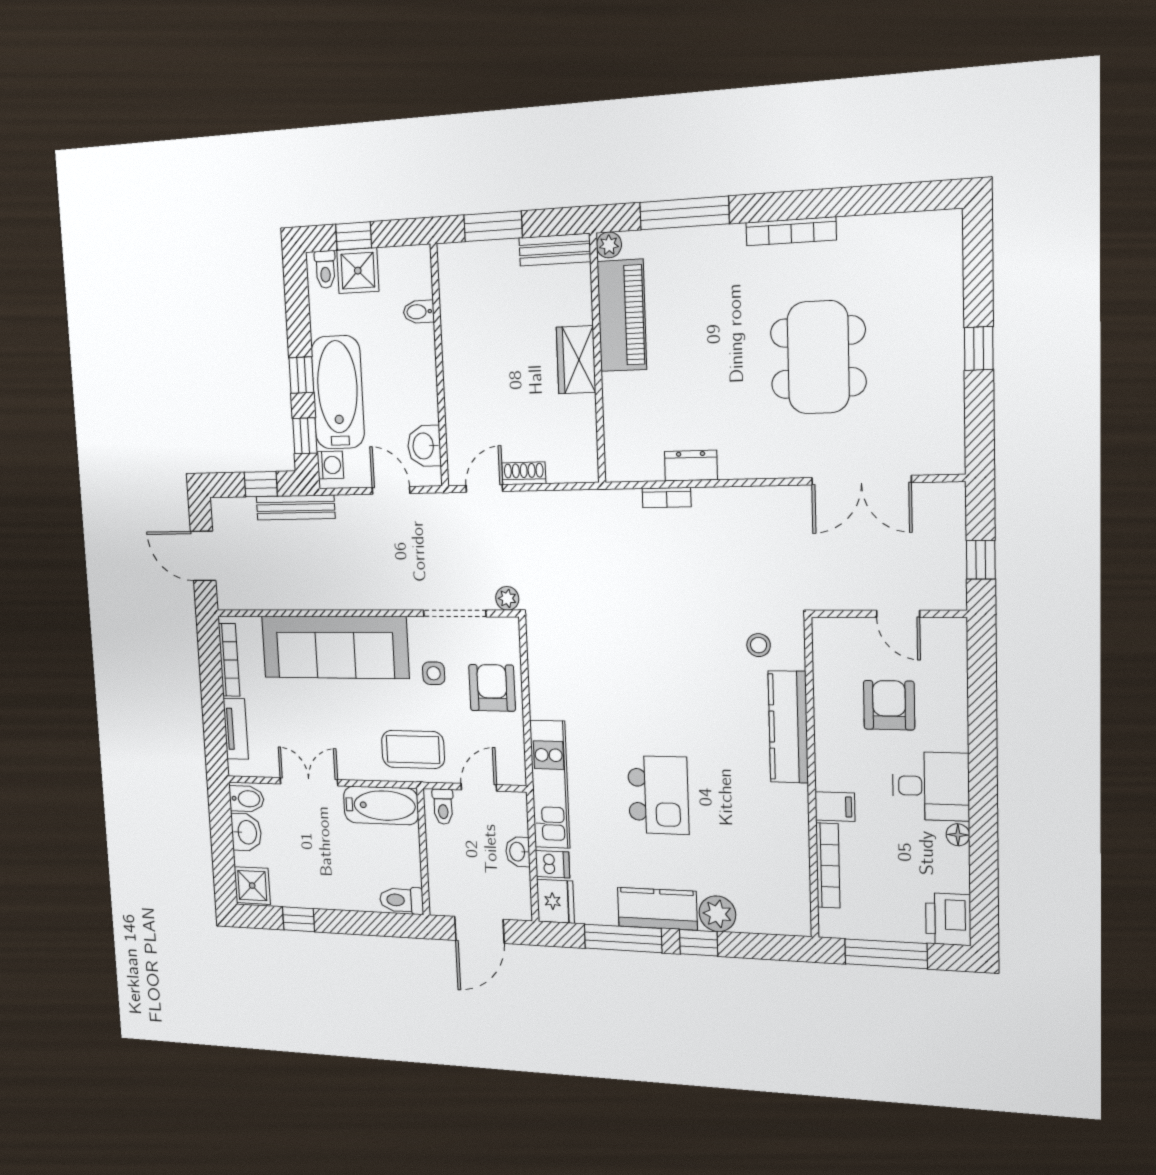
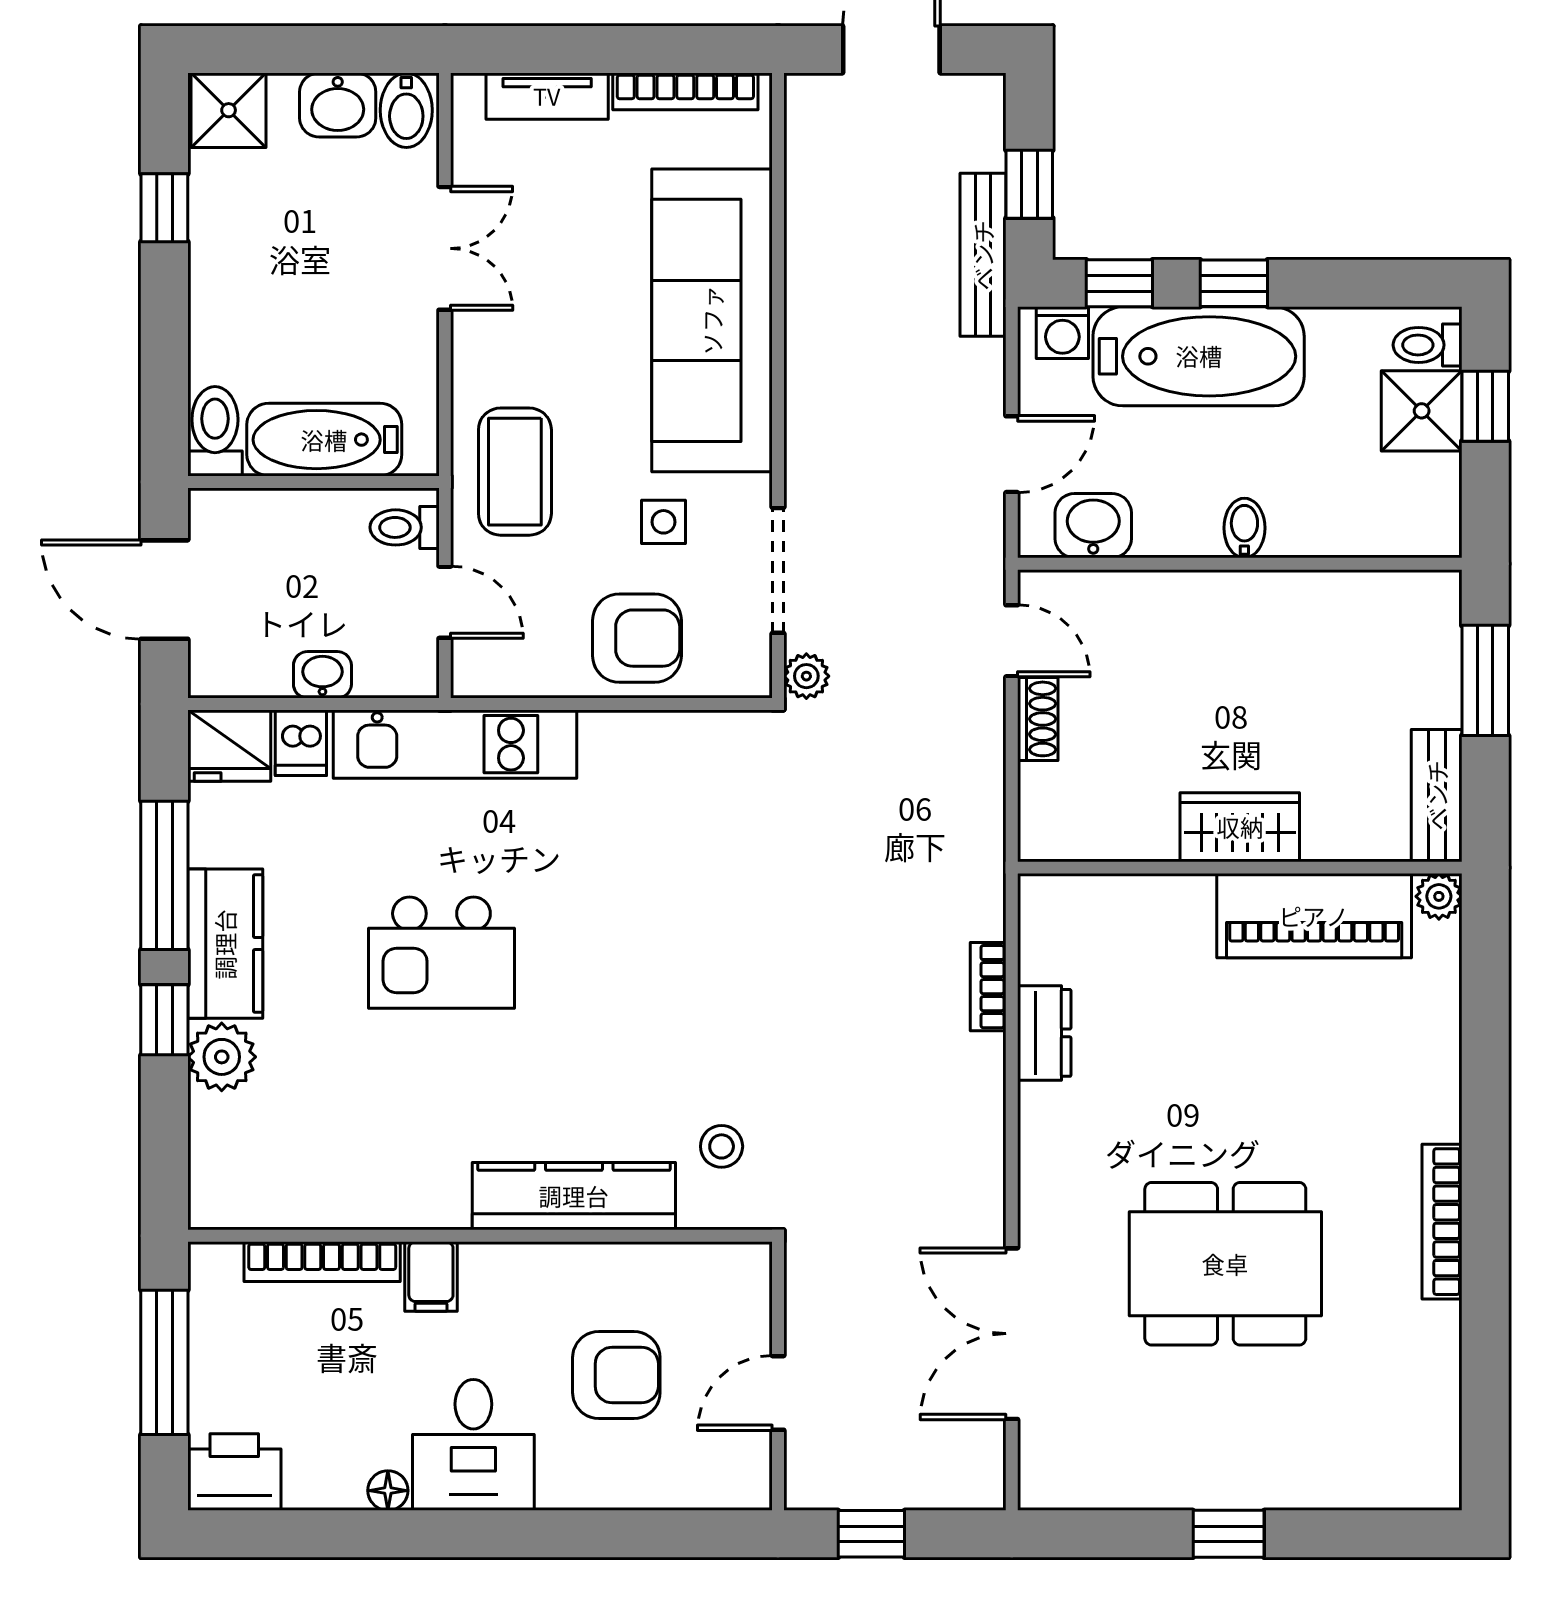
window: (684, 213) -> (1485, 1035), removed
bidet: (419, 312) -> (1244, 528), moved
bathtub: (381, 805) -> (324, 440), moved, turned 90

